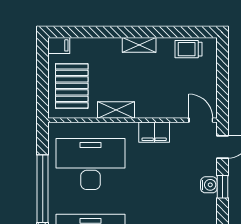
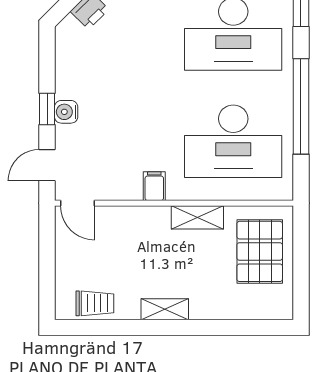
filing cabinet: (59, 45) -> (278, 308), removed
filing cabinet: (154, 132) -> (154, 186), width x0.50

